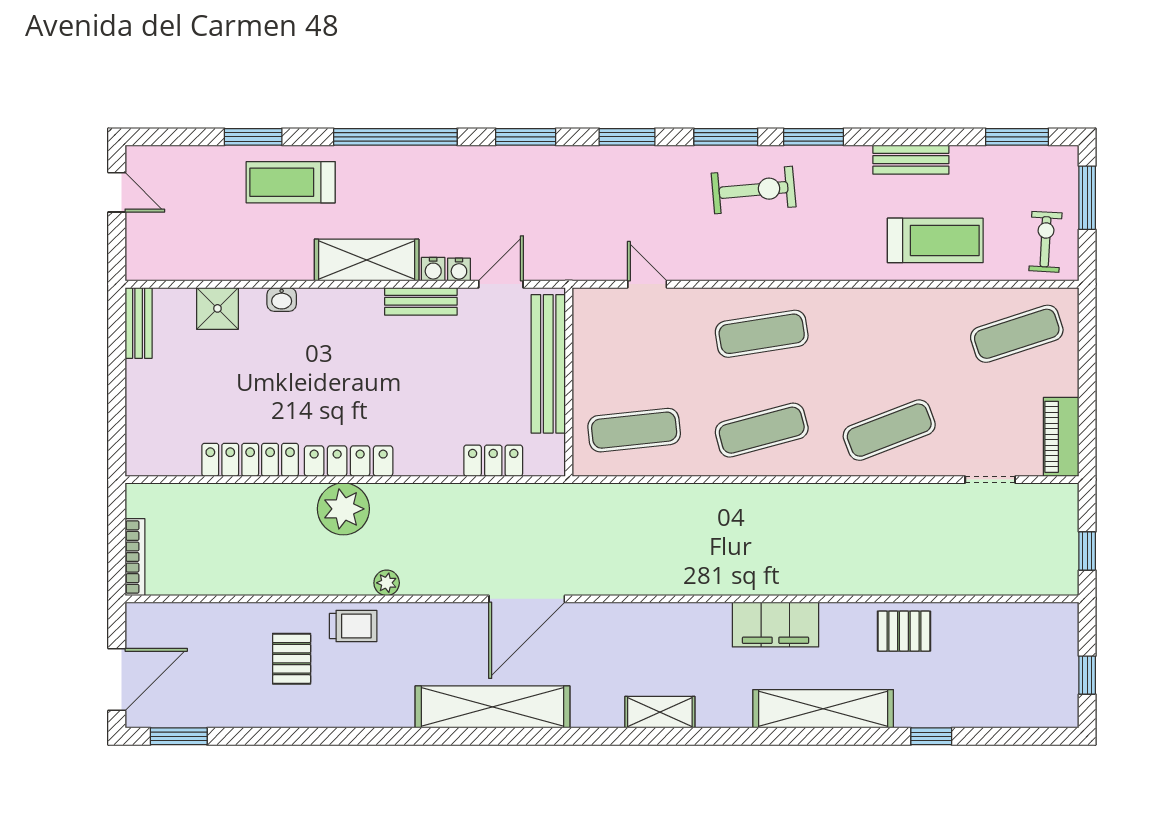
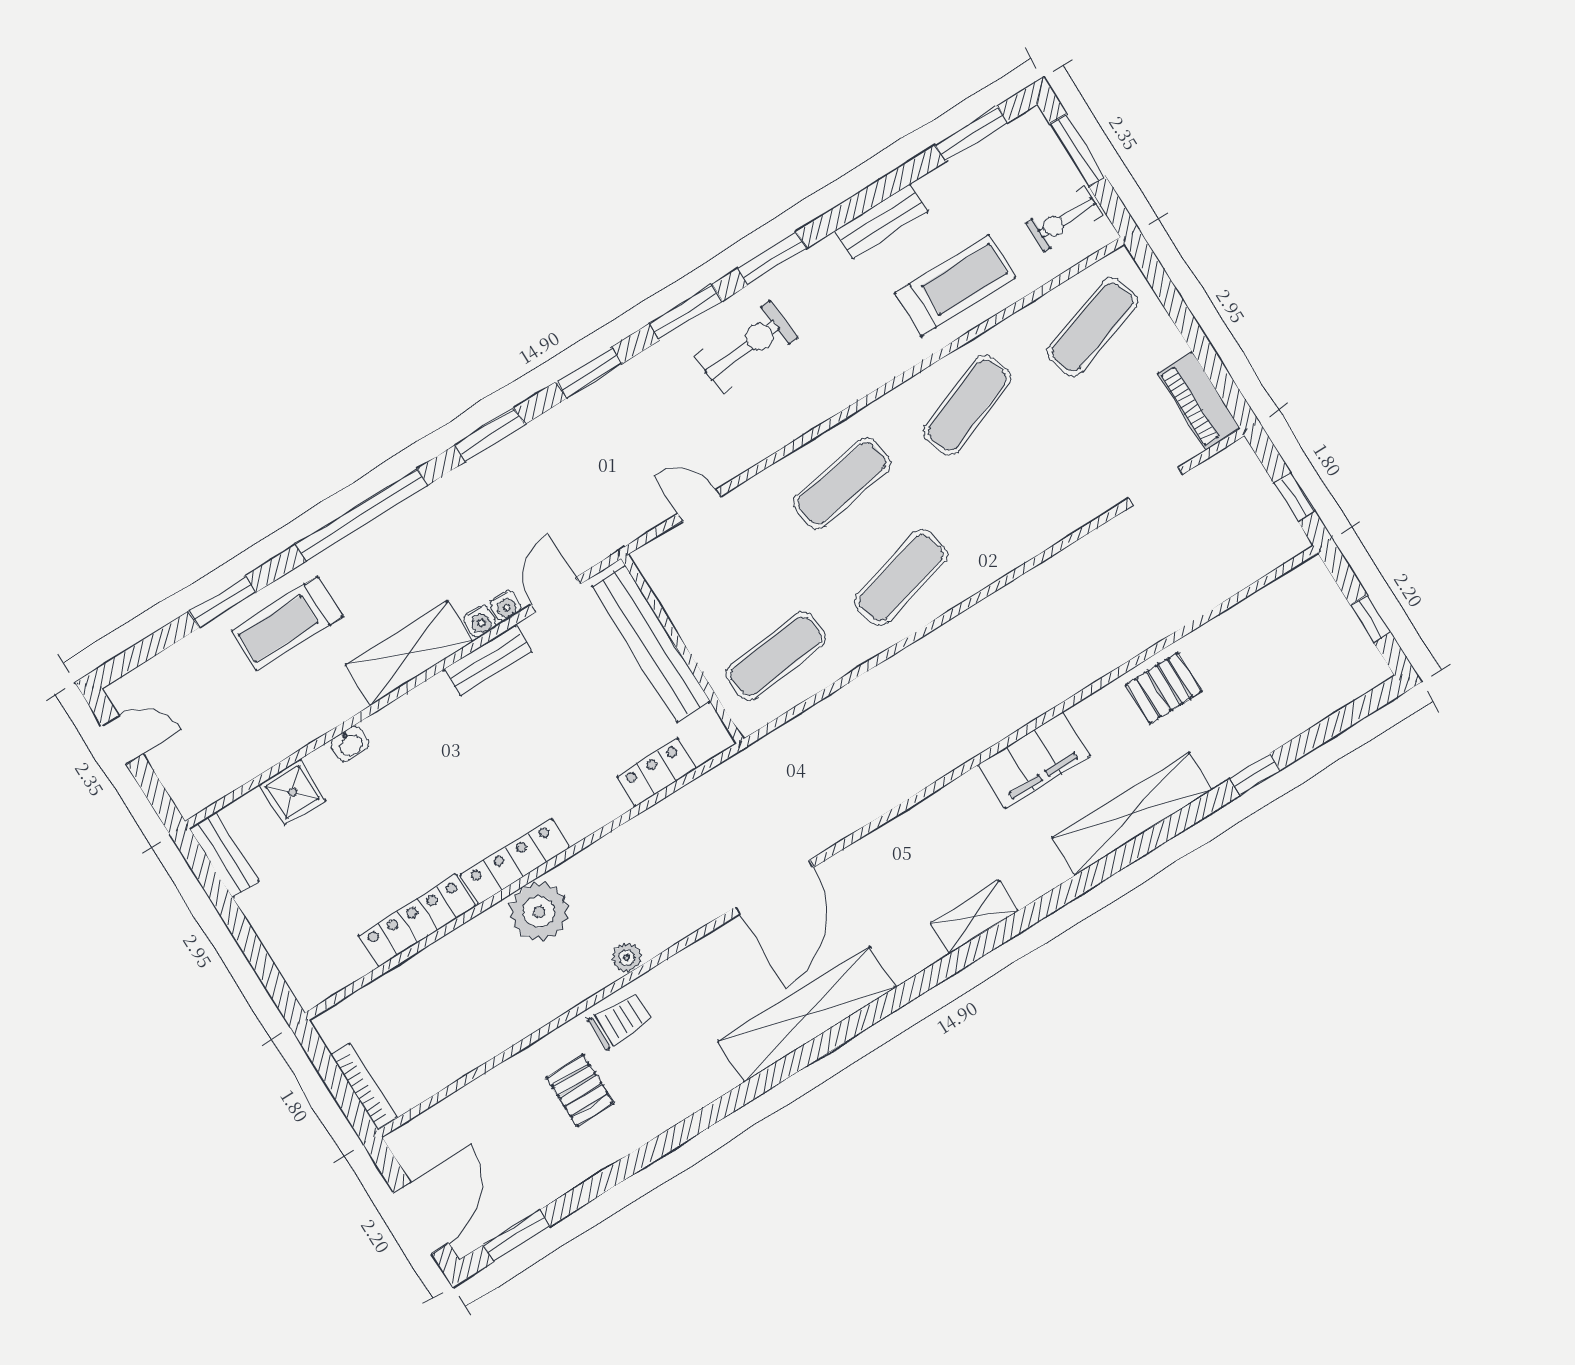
exercise bike: (1045, 242) -> (1064, 219), turned -93
exercise mat: (889, 430) -> (967, 405), moved

